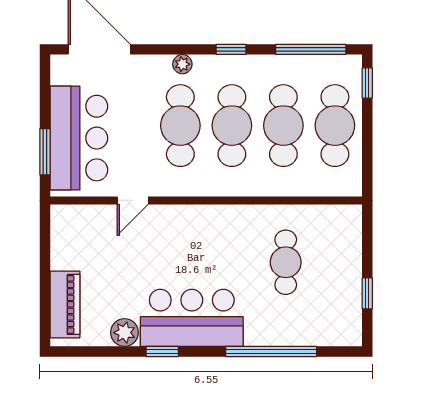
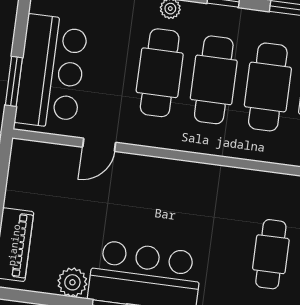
cafe table: (286, 262) -> (271, 254), moved

